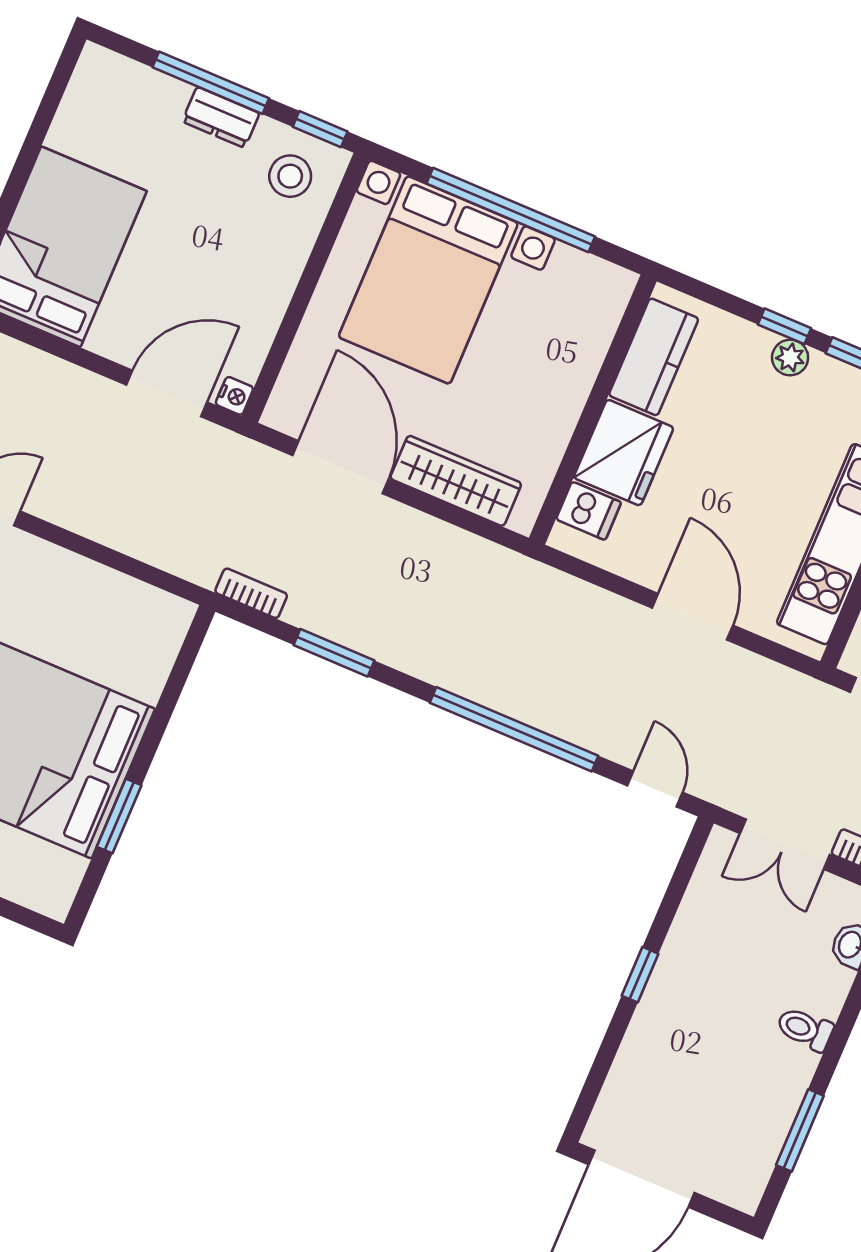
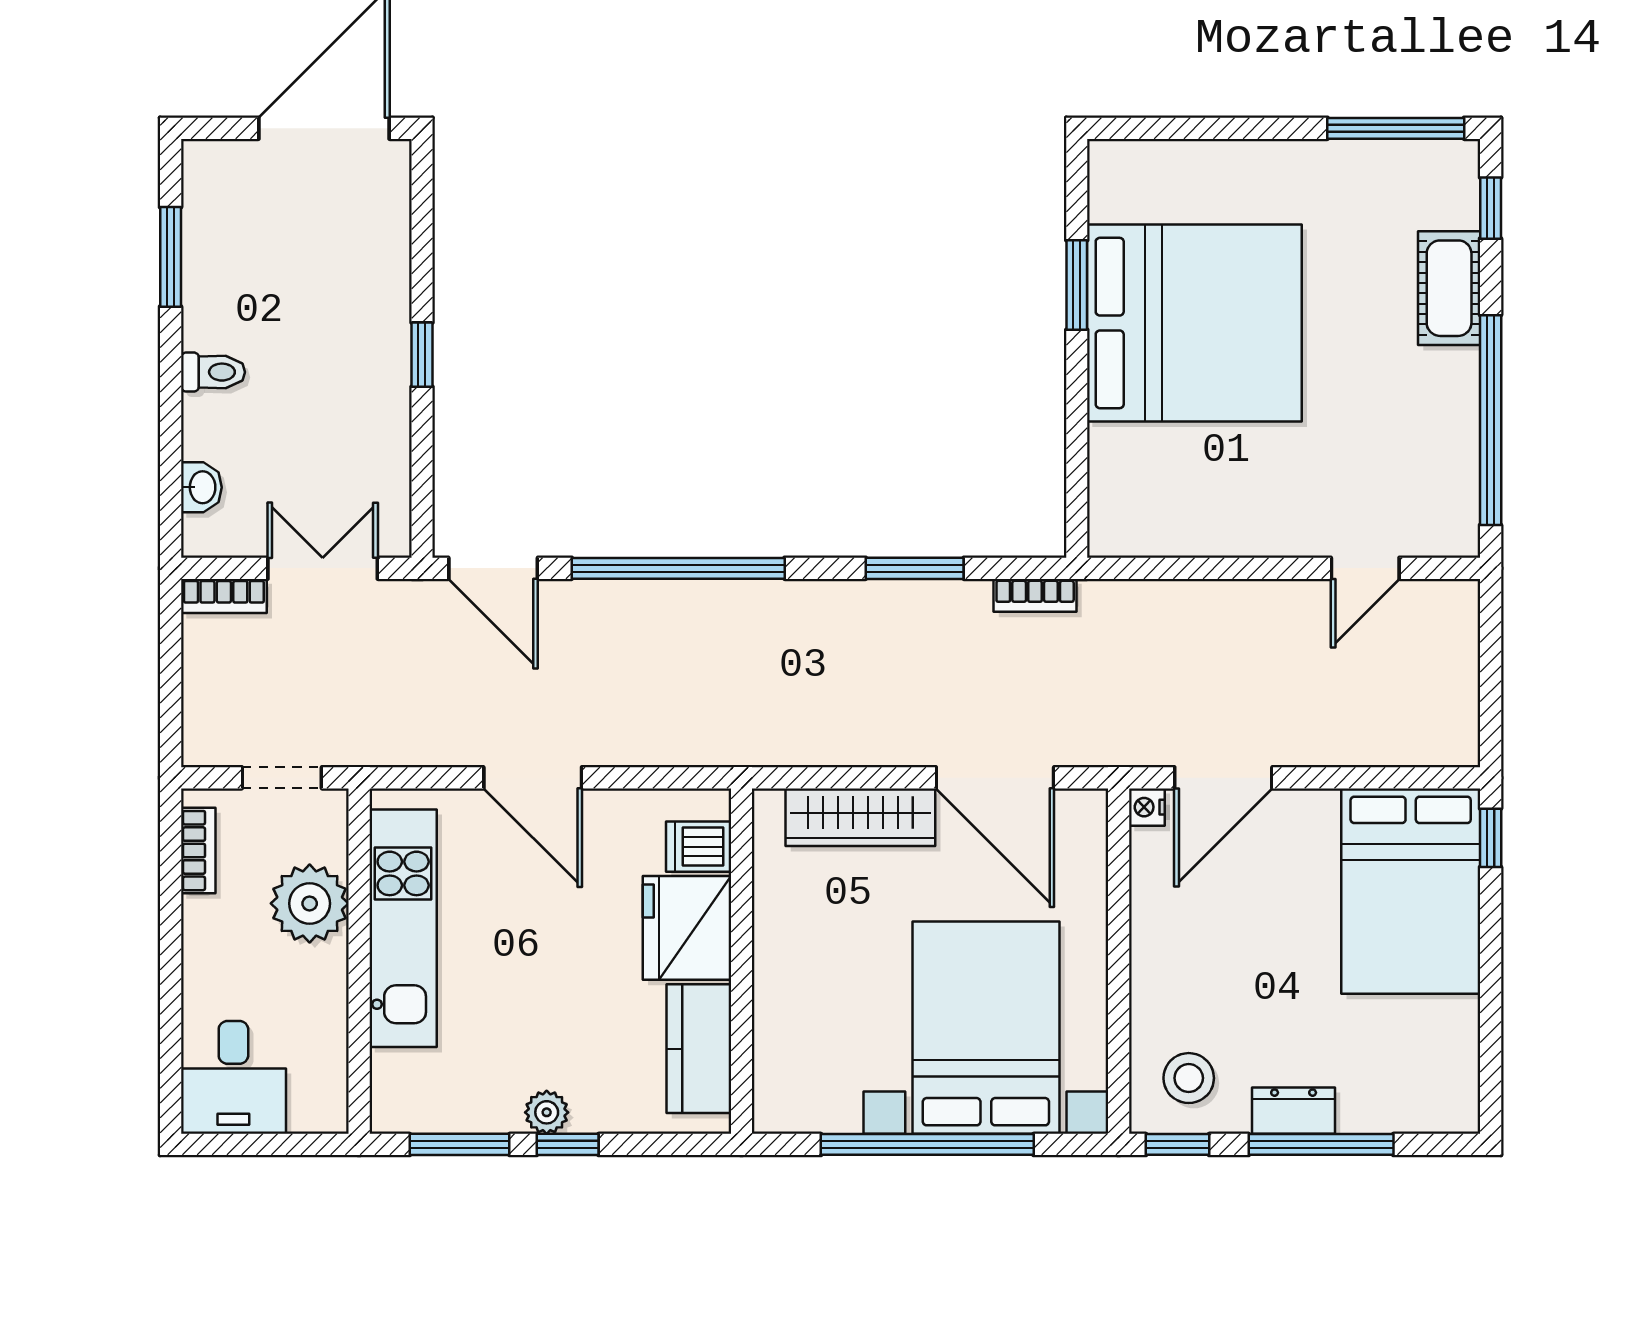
door: (655, 789) -> (493, 568), width x1.38

